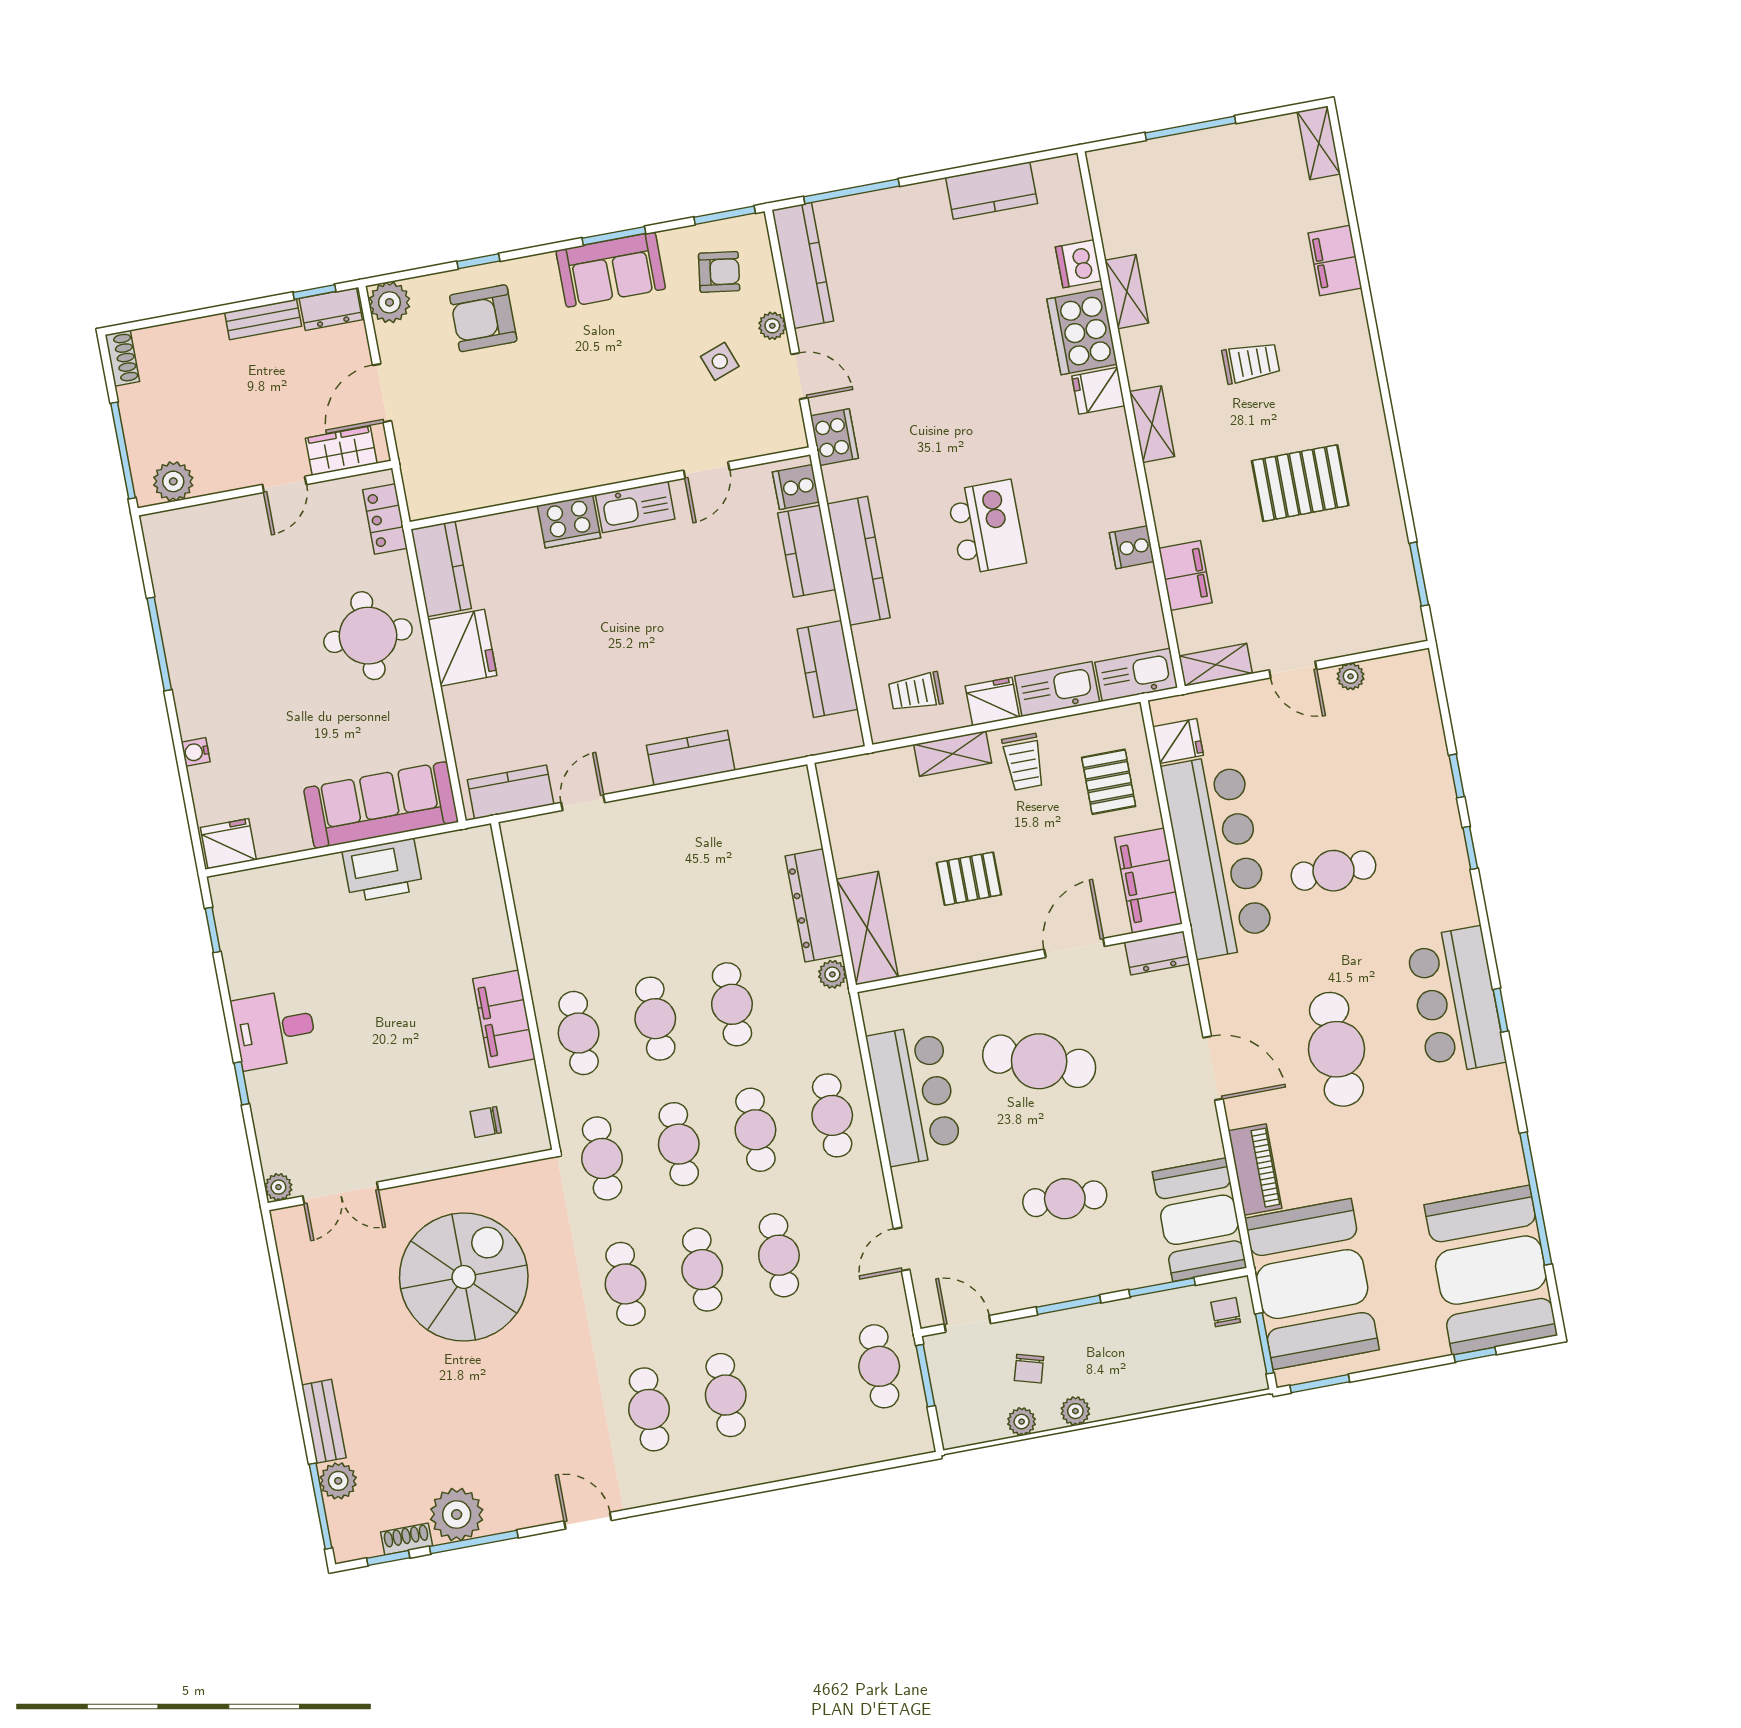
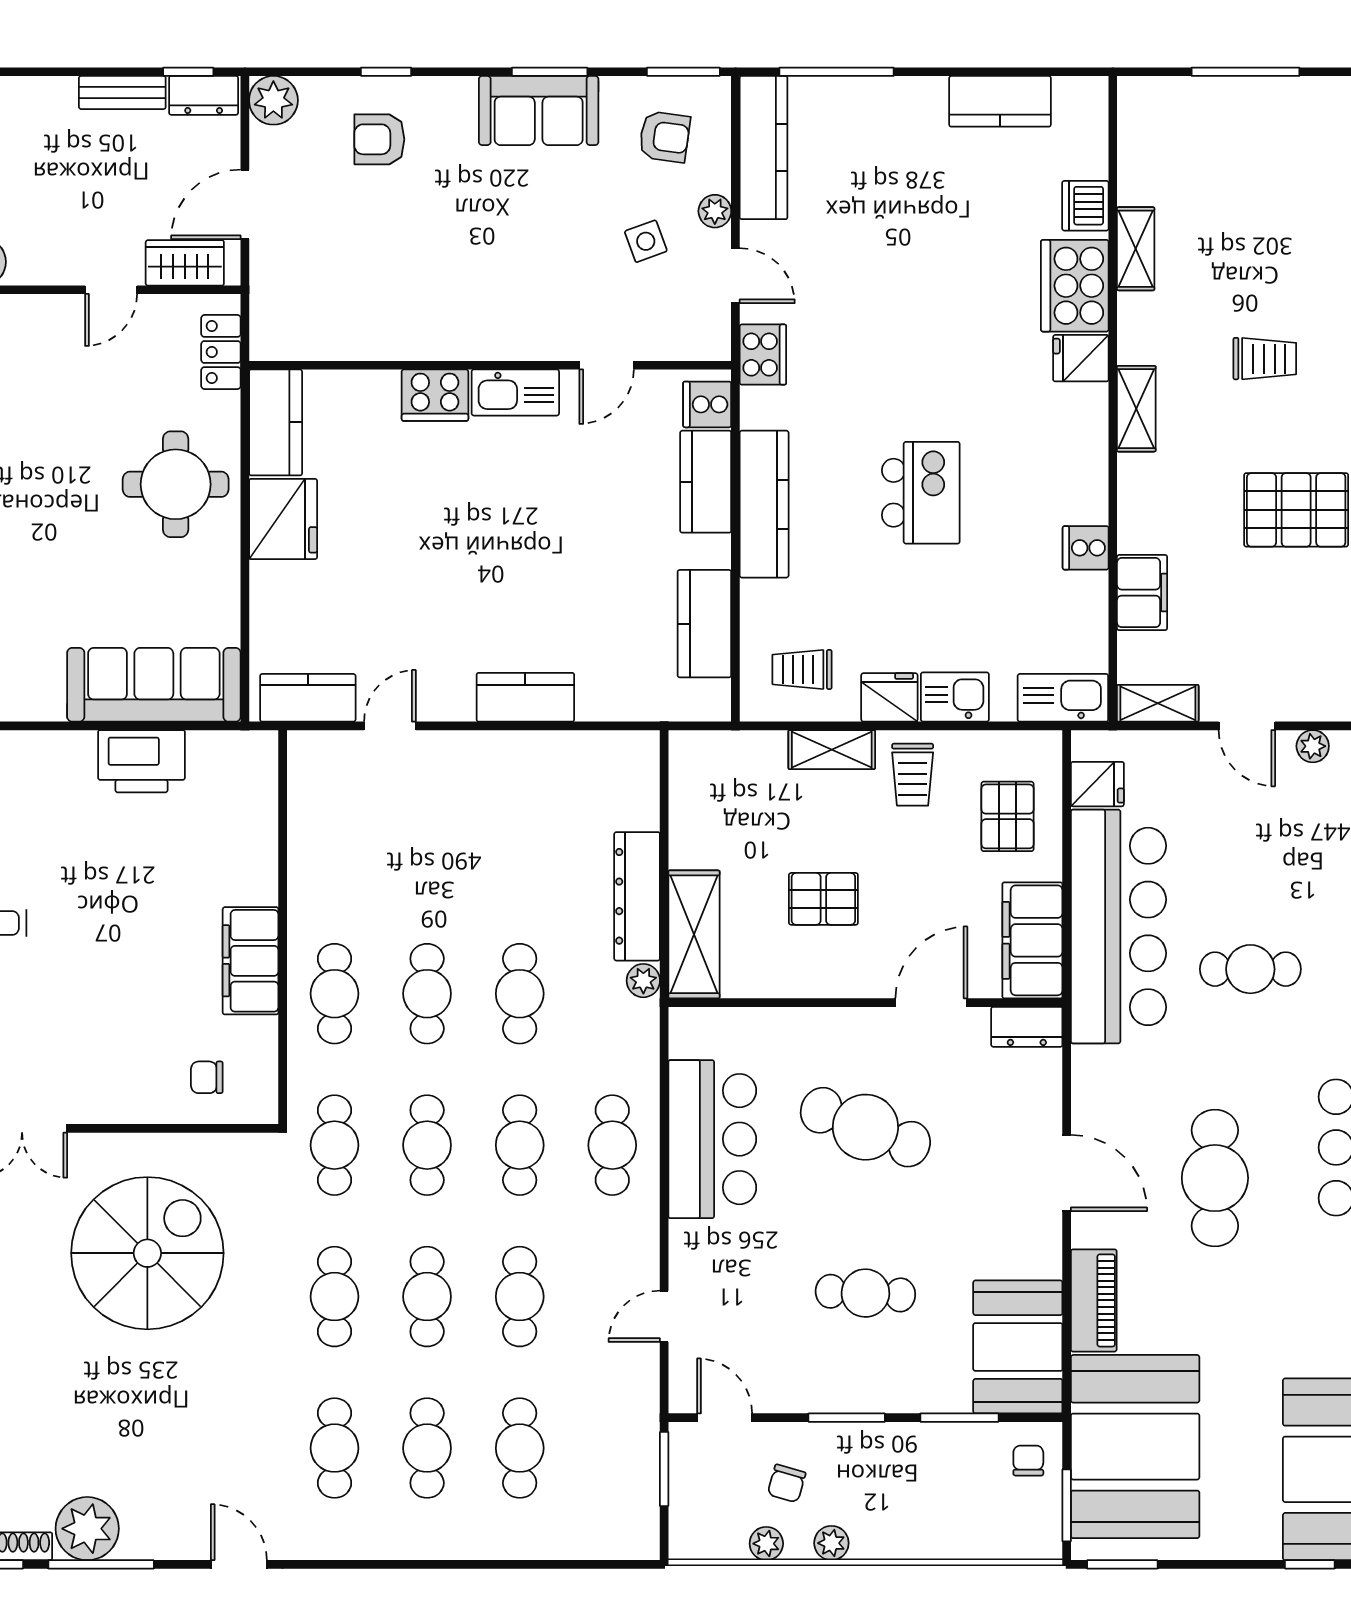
armchair: (483, 318) -> (379, 139), width x0.72, depth x0.72
kitchen sink: (1057, 689) -> (955, 697), width x0.73
cafe table: (879, 1366) -> (520, 1448), moved

